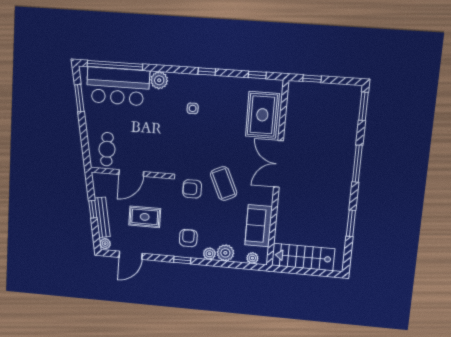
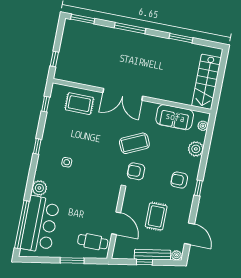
window: (79, 98) -> (72, 260), moved
rug: (262, 115) -> (79, 104), width x0.73, depth x0.70
armchair: (192, 189) -> (136, 171), turned 90
plant: (209, 254) -> (195, 163), removed

